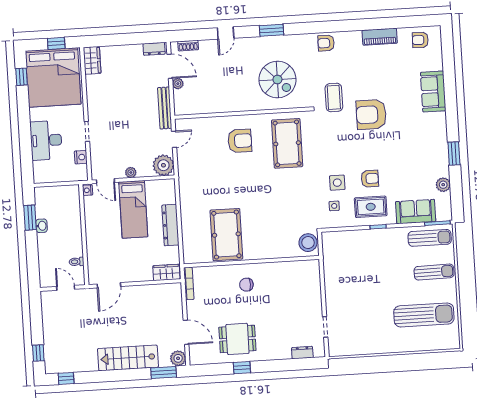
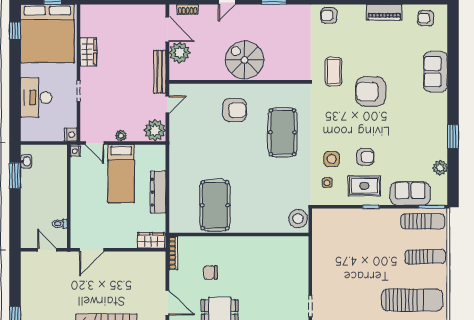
dresser: (154, 49) -> (152, 11), removed
wardrobe: (92, 60) -> (88, 52), moved
spiral stairs: (277, 80) -> (245, 60), moved, turned 180
plant: (178, 84) -> (180, 53), width x1.87, depth x1.87
pool table: (287, 143) -> (282, 132), moved
nightstand: (81, 157) -> (71, 135), moved
washbasin: (42, 226) -> (26, 161), moved
chair: (246, 285) -> (210, 272), moved

